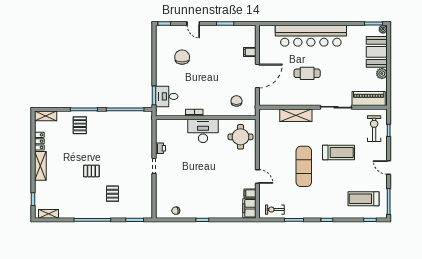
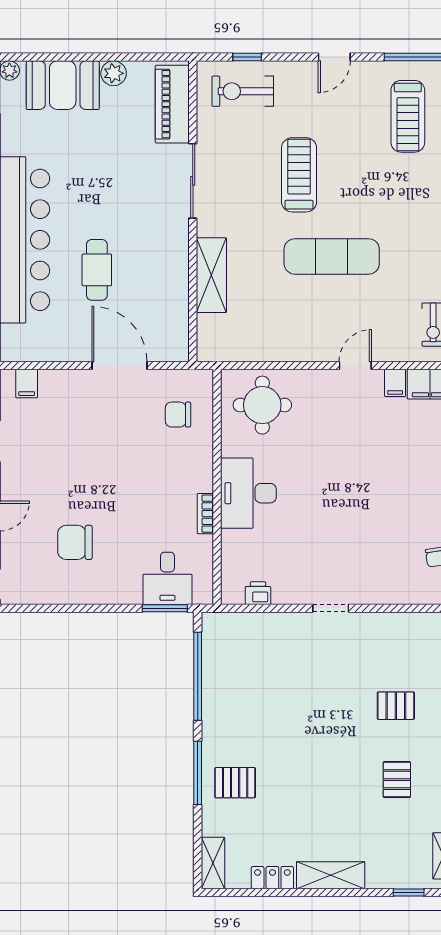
filing cabinet: (250, 52) -> (27, 384), moved
cafe table: (307, 73) -> (97, 270), moved
printer: (160, 148) -> (258, 593), moved
pallet: (91, 171) -> (397, 780), moved

